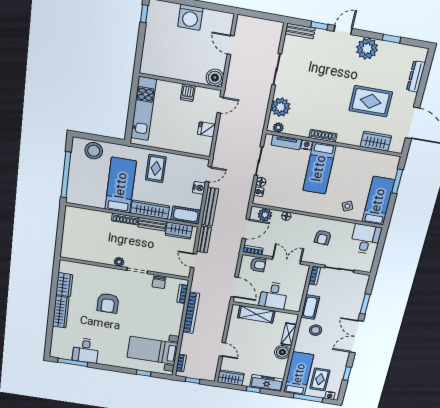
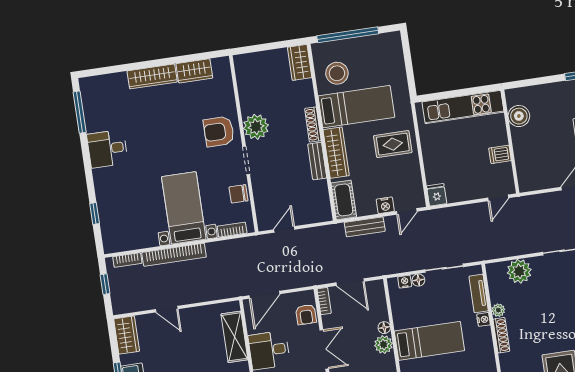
boiler: (215, 78) -> (519, 116), moved
door: (220, 105) -> (498, 198), hinge flipped
plant: (278, 128) -> (498, 310), moved
fridge: (207, 129) -> (437, 195), moved
stool: (94, 151) -> (337, 73), moved
bed: (319, 168) -> (429, 341), moved, turned 180
door: (208, 174) -> (407, 211), hinge flipped
bench: (210, 207) -> (365, 227), width x0.73
plant: (265, 215) -> (384, 344), moved
wardrobe: (179, 231) -> (300, 62), moved
bench: (204, 239) -> (318, 233), removed
plant: (119, 262) -> (256, 127), width x1.87, depth x1.87
armchair: (108, 303) -> (219, 132), moved
bookcase: (191, 313) -> (174, 255), moved
door: (222, 349) -> (167, 309), hinge flipped
bed with nightstands: (152, 350) -> (184, 208), moved
desk: (86, 351) -> (107, 149), moved

